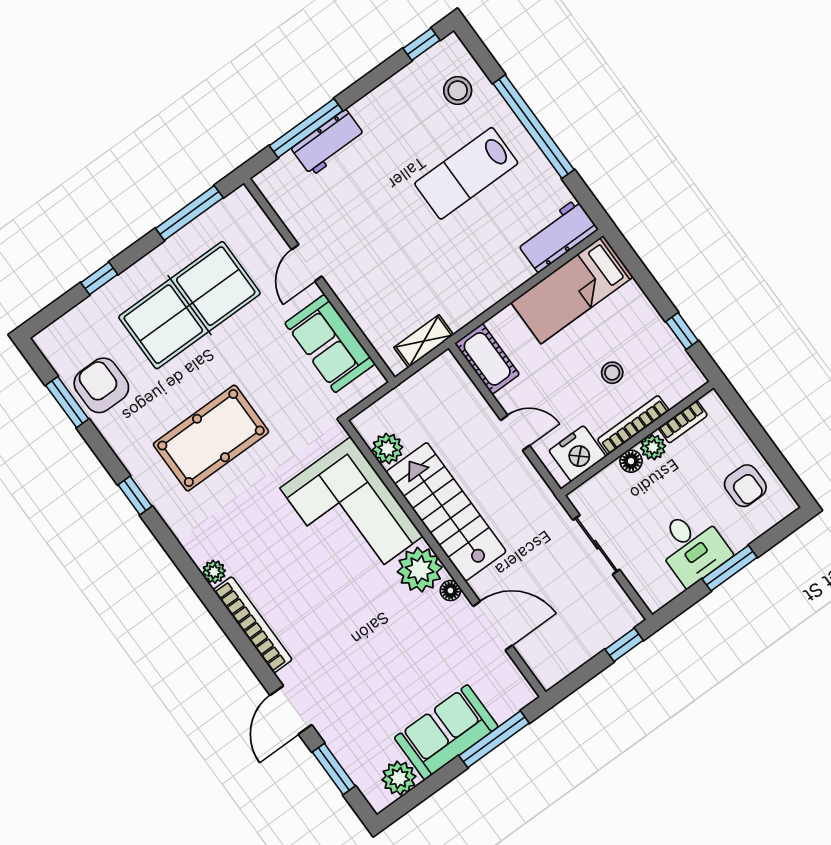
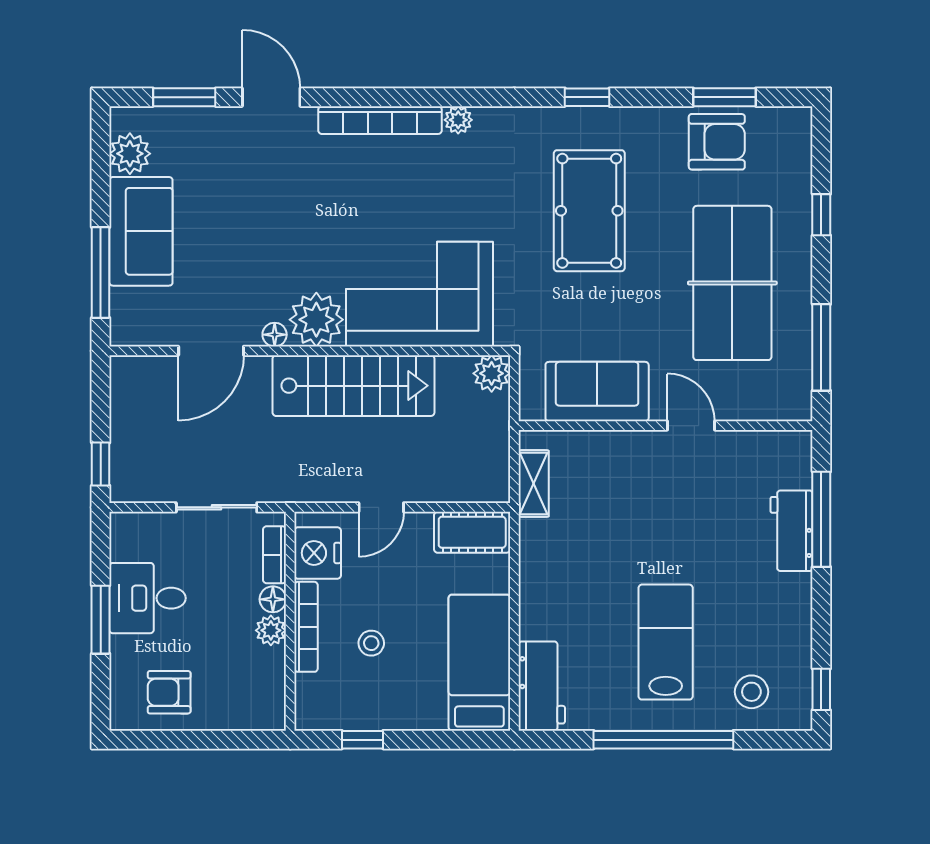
bookcase: (683, 422) -> (275, 555), moved
plant: (388, 449) -> (492, 373), moved

